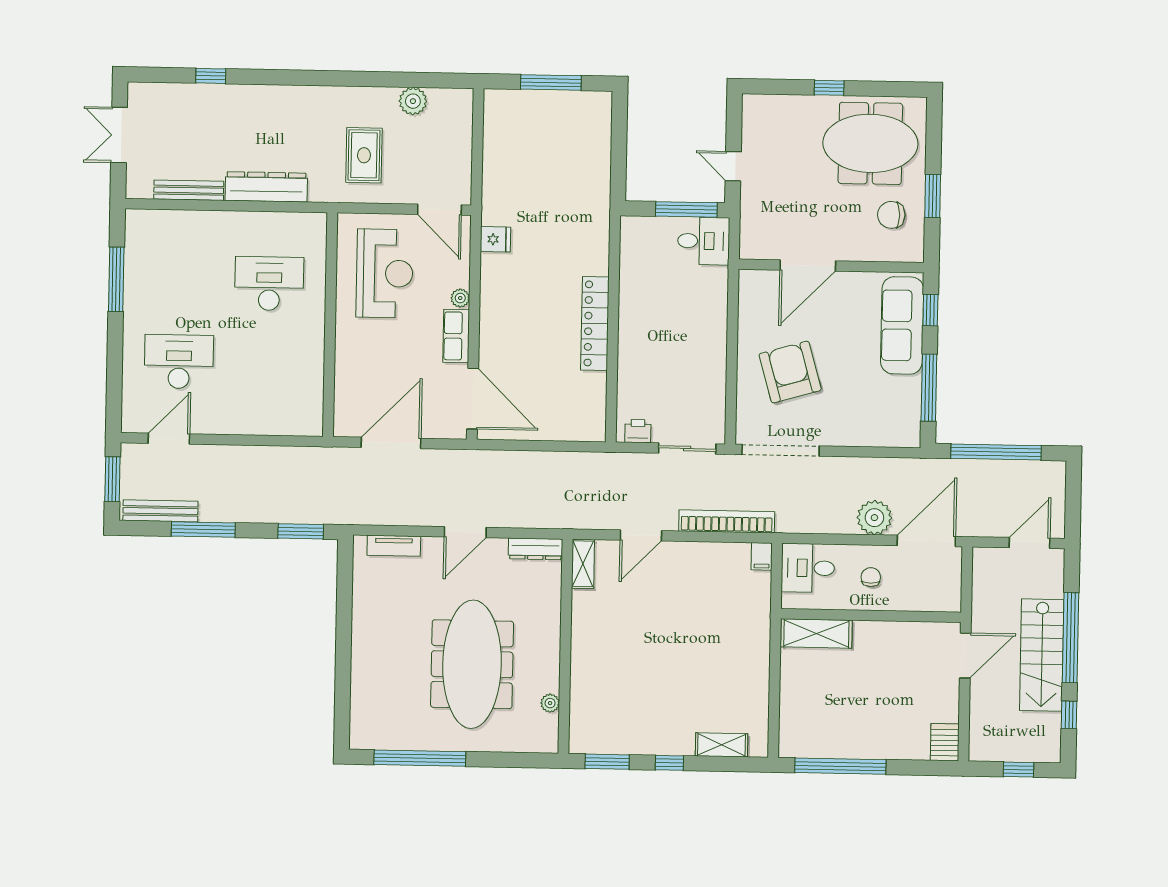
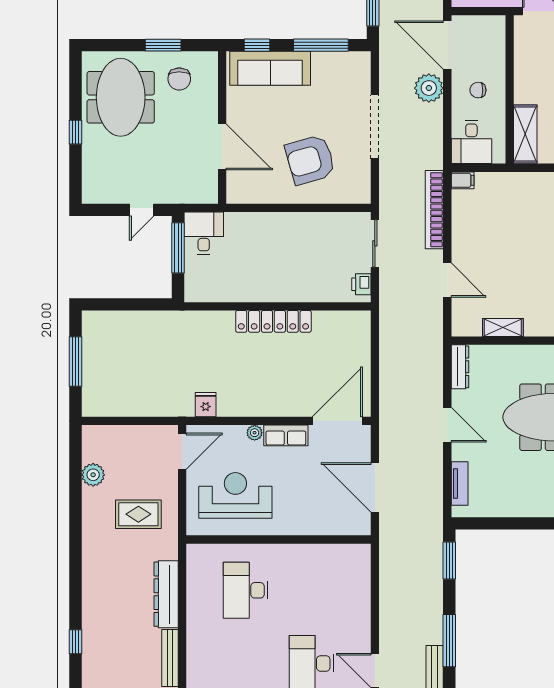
doorway: (781, 450) -> (375, 127), moved
shelving: (583, 564) -> (503, 327), moved

